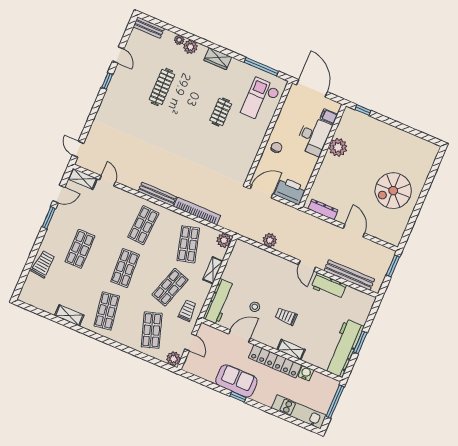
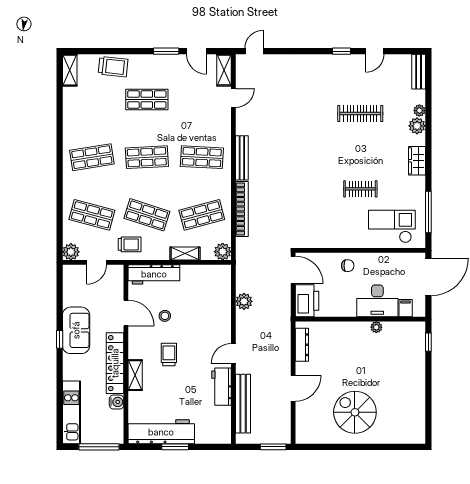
plant: (338, 147) -> (376, 327), width x0.53, depth x0.53
shelving: (69, 315) -> (70, 70), moved
shop shelf: (152, 330) -> (92, 215), turned 33

